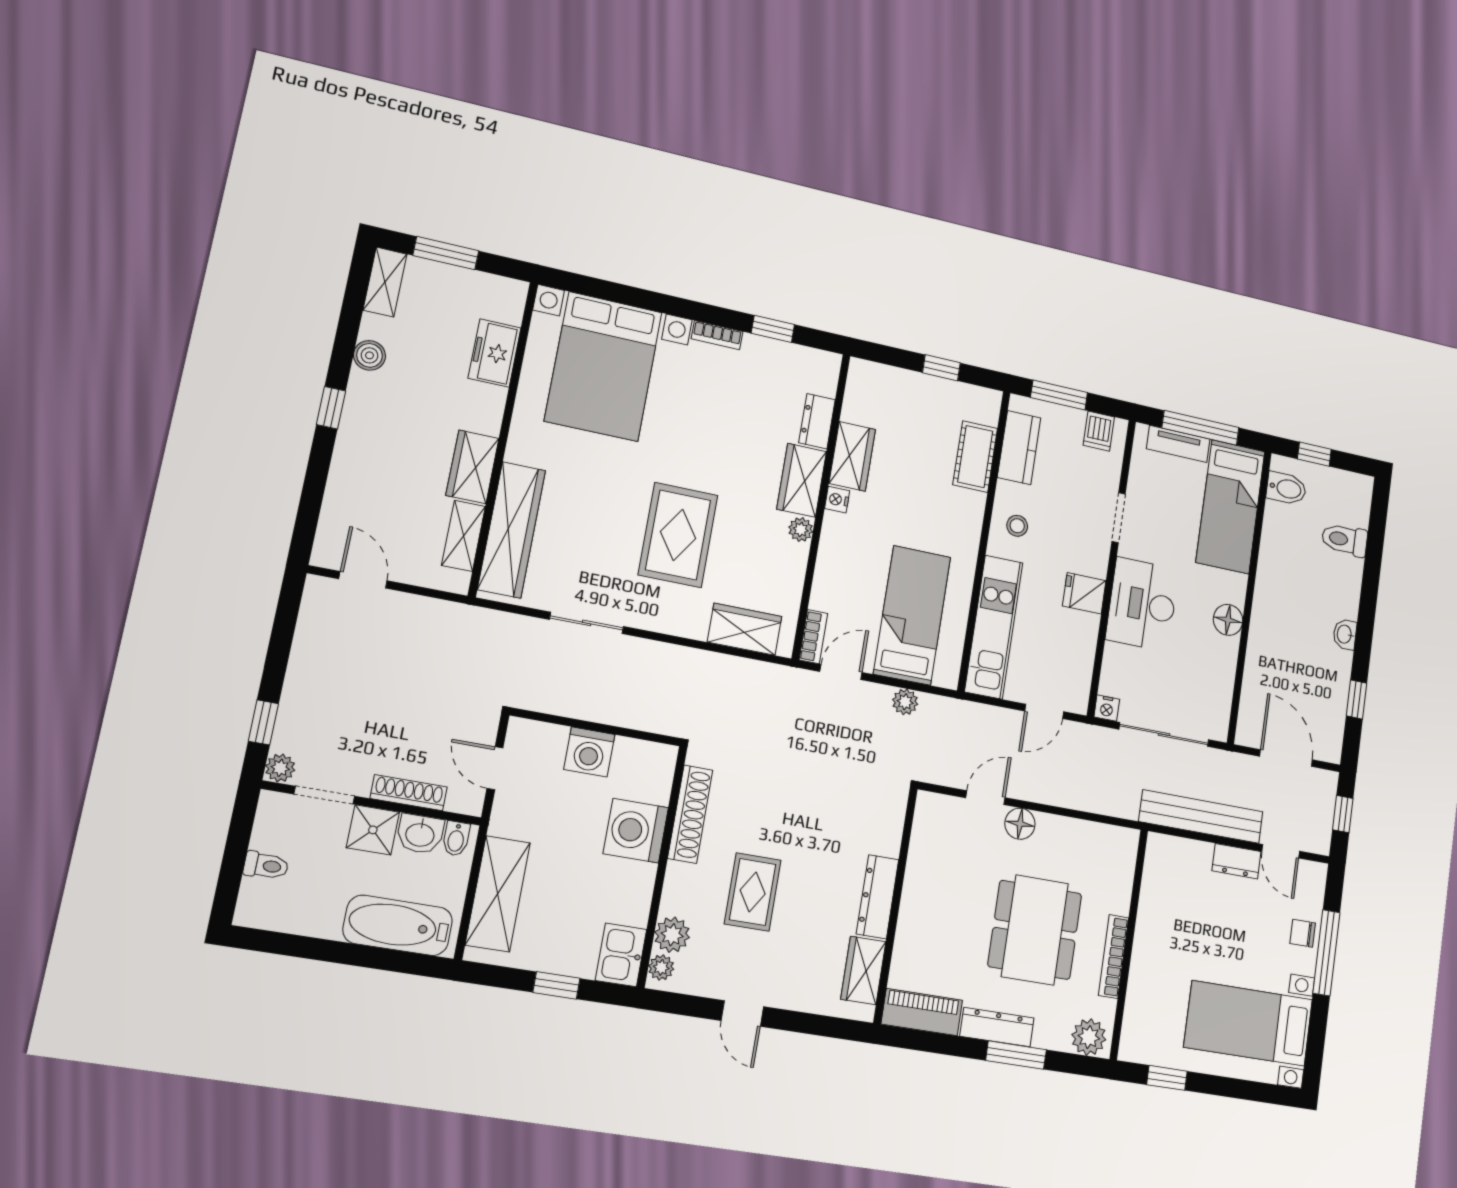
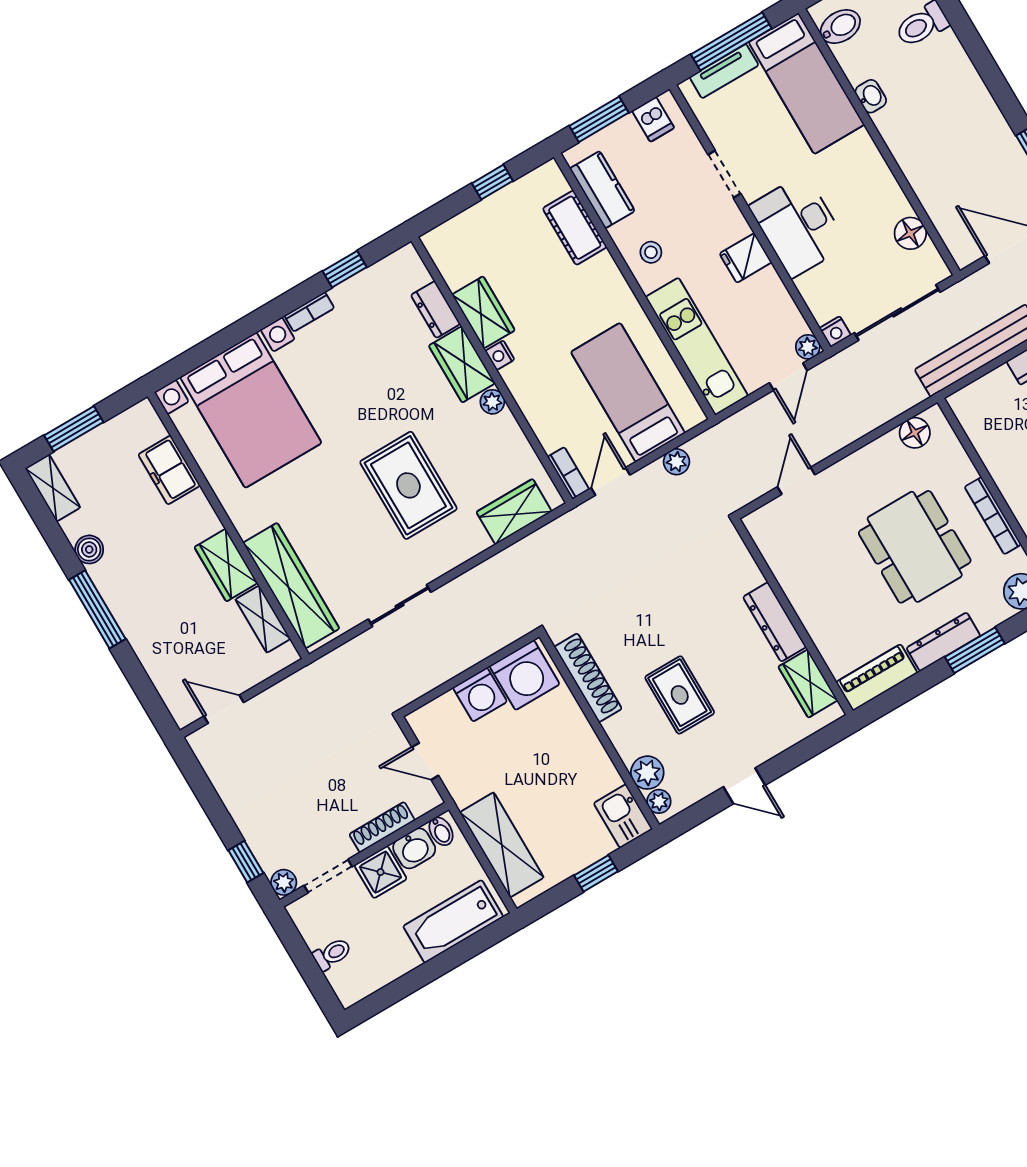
window: (331, 408) -> (97, 609), width x2.17
floor lamp: (1228, 620) -> (910, 233), moved
washbasin: (1345, 634) -> (871, 96), moved, turned 180
plant: (1077, 702) -> (808, 347), added
floor lamp: (1020, 824) -> (915, 433), moved
washing machine: (636, 831) -> (525, 675), moved, turned -90

